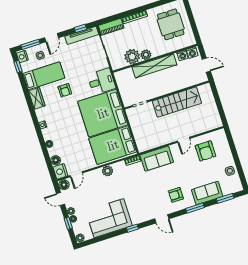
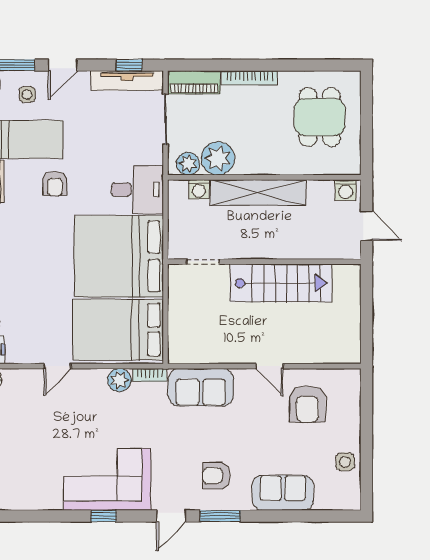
plant: (146, 55) -> (188, 164), moved
washing machine: (182, 55) -> (199, 189), moved
door: (184, 140) -> (269, 366), hinge flipped
plant: (107, 171) -> (119, 380), moved
door: (76, 174) -> (57, 366), moved
window: (225, 198) -> (317, 516), removed
window: (195, 208) -> (220, 516), moved
corner sofa: (109, 218) -> (107, 479), moved
door: (162, 219) -> (171, 516), hinge flipped

